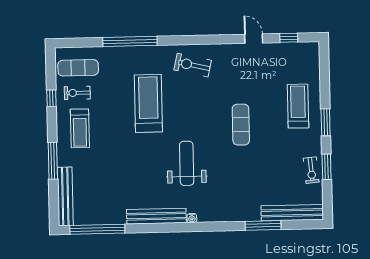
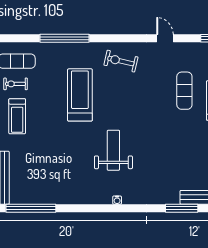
door: (254, 39) -> (165, 38), moved
exercise mat: (241, 125) -> (184, 91), moved
bench: (156, 216) -> (85, 198), removed

